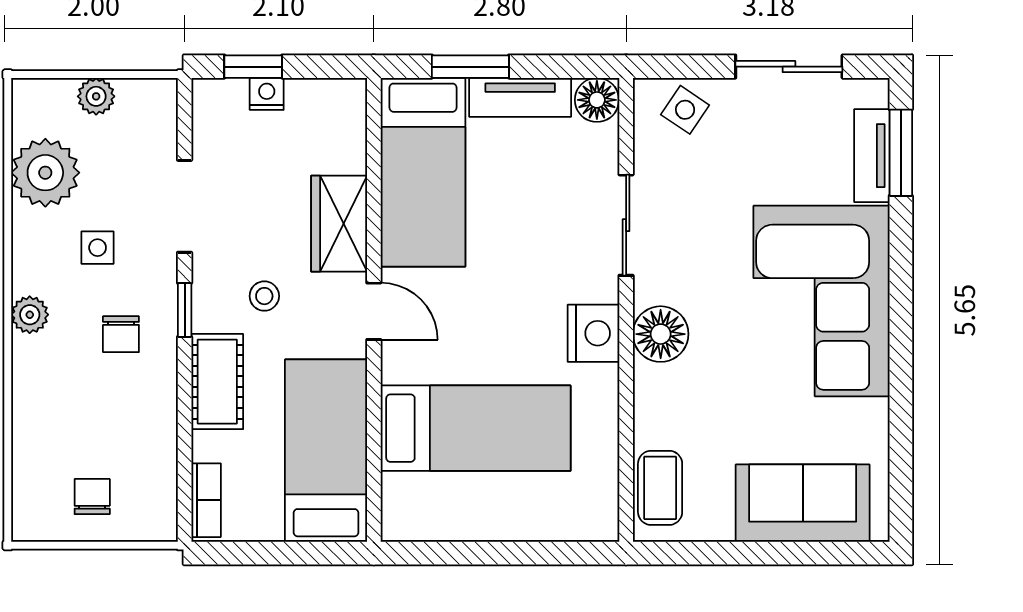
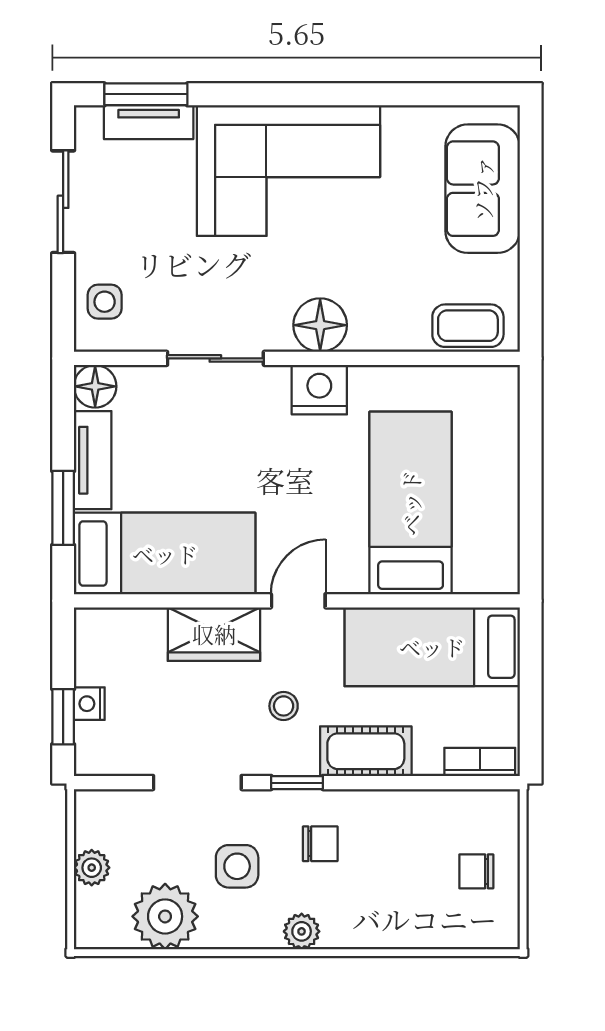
side table: (685, 110) -> (105, 302), turned -34
side table: (98, 248) -> (237, 866), width x1.37, depth x1.37

